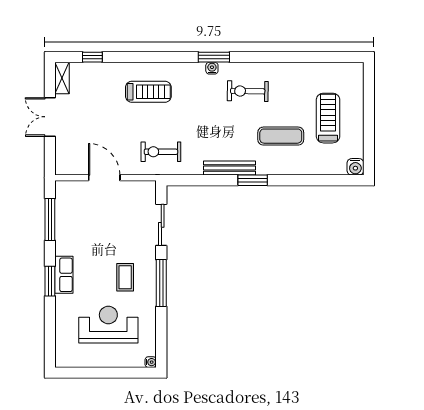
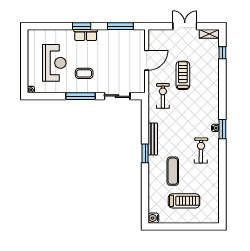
treadmill: (148, 92) -> (183, 75), moved, turned 180

